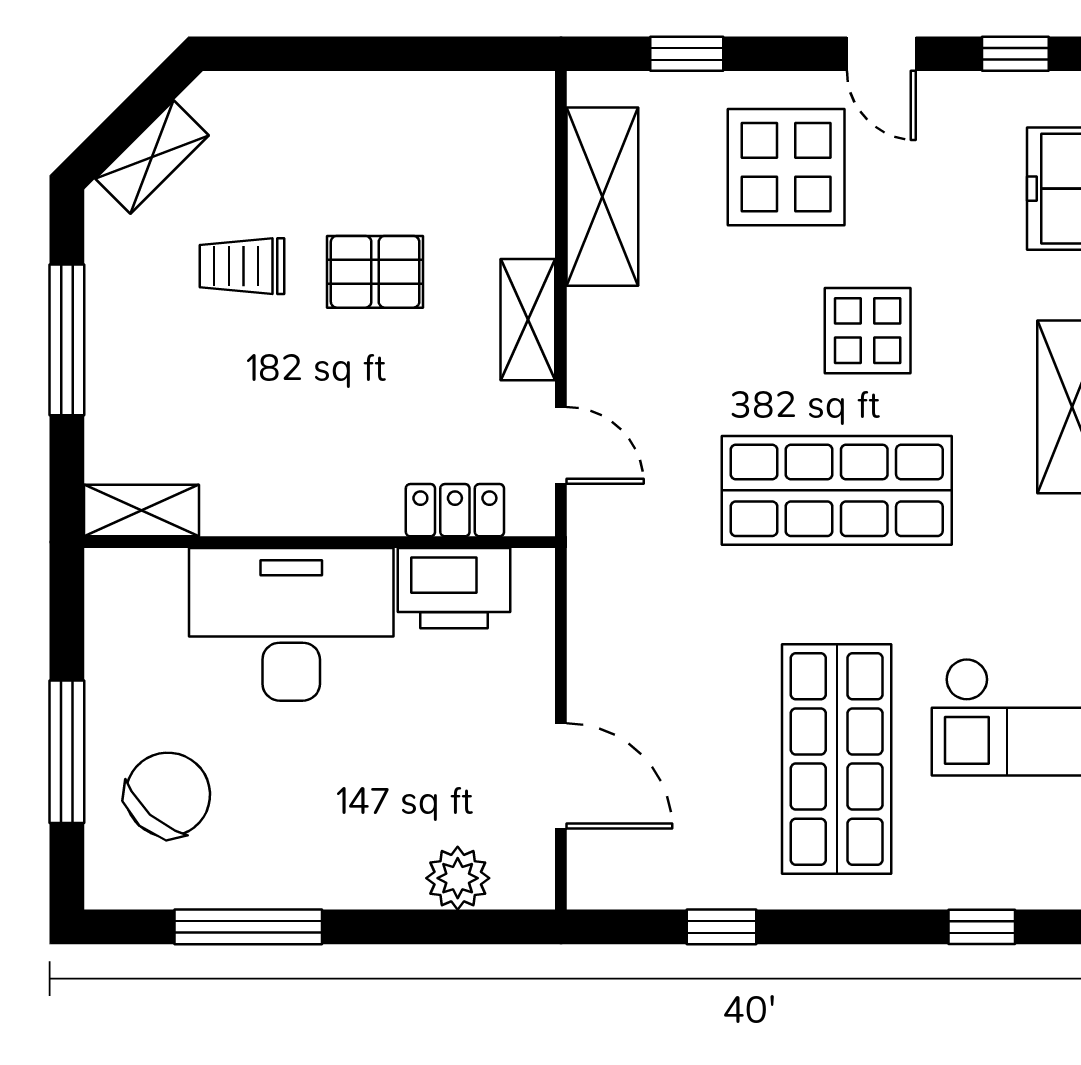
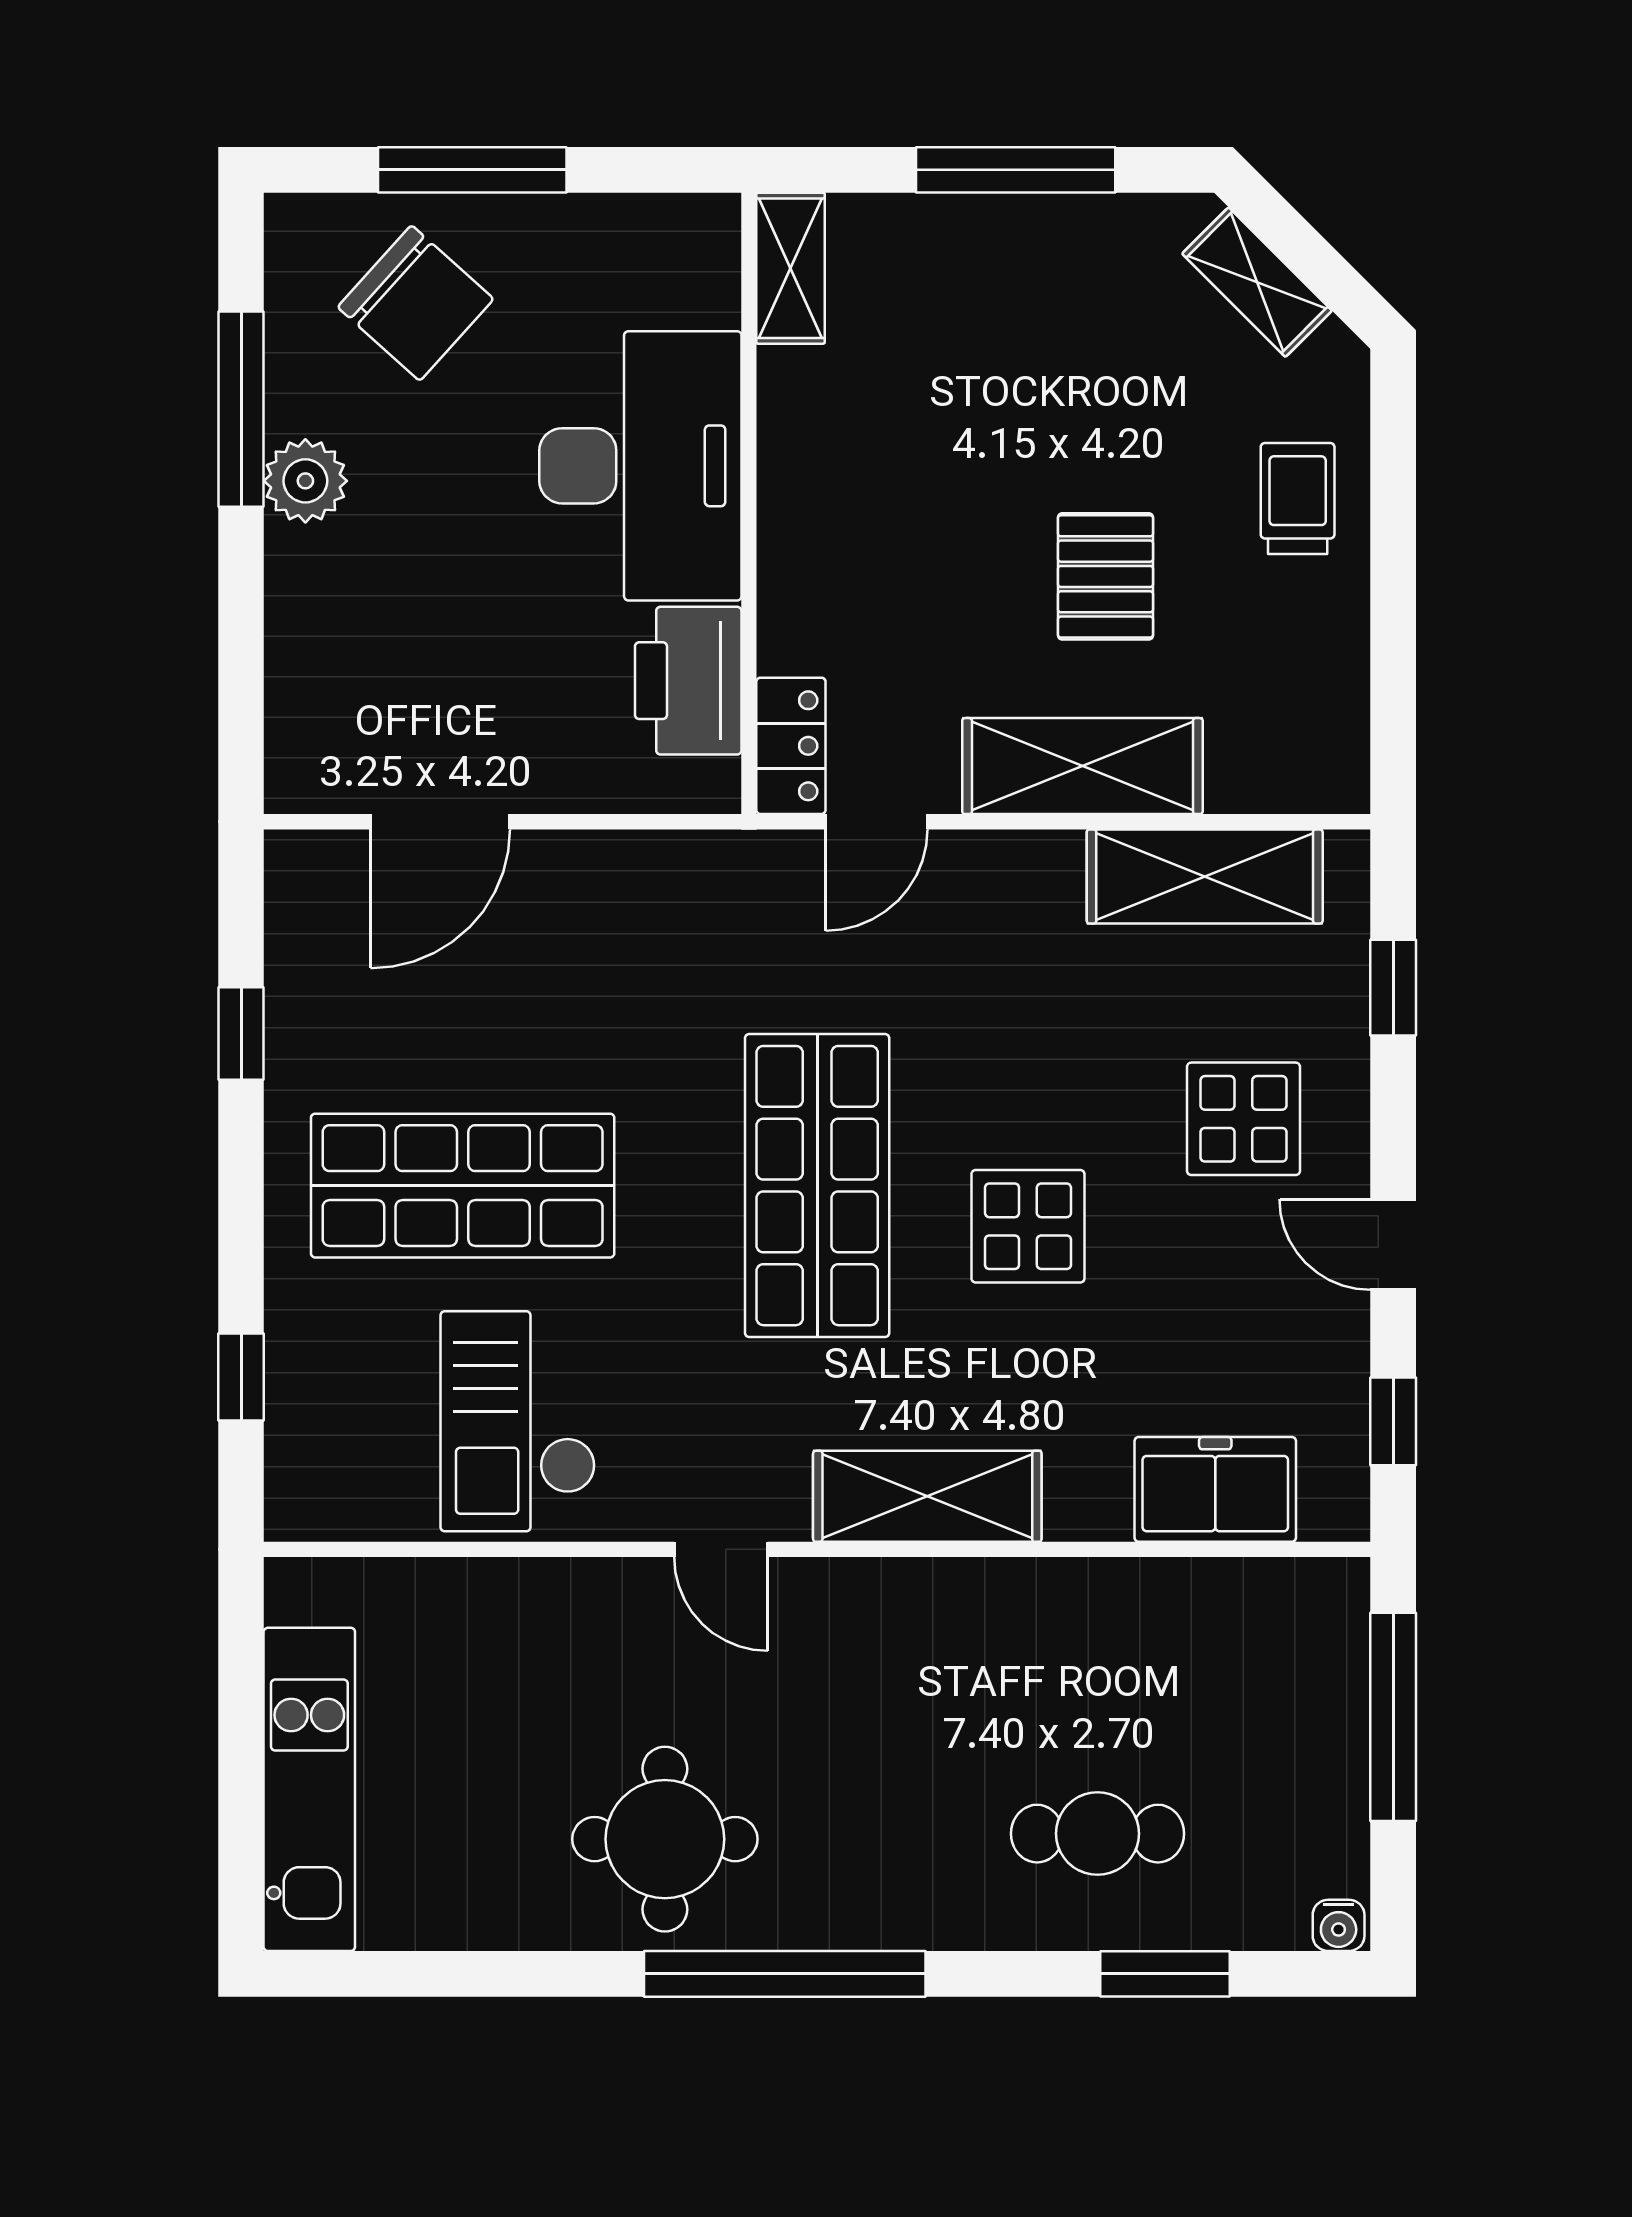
door: (881, 54) -> (1393, 1244), hinge flipped
display table: (786, 167) -> (1243, 1119), width x0.73, depth x0.73
trolley: (242, 266) -> (1298, 499), moved
shelving: (528, 320) -> (1082, 766), width x1.50, depth x1.33
locker: (455, 510) -> (791, 746), moved
plant: (458, 878) -> (305, 481), moved

